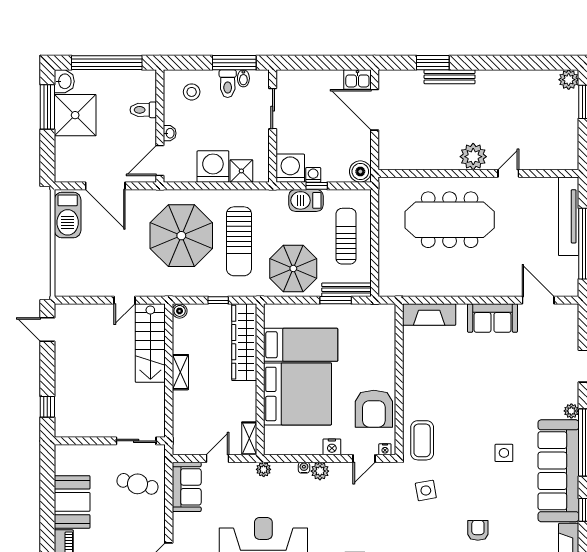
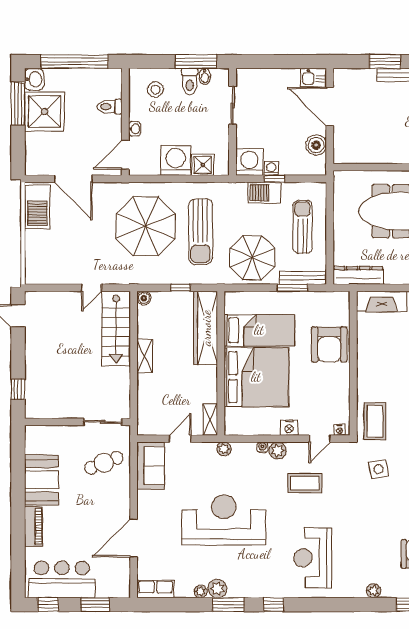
boiler: (360, 171) -> (316, 145), moved
dresser: (405, 287) -> (358, 275), added
armchair: (374, 409) -> (329, 344), moved
cafe table: (137, 484) -> (104, 463), turned -35
coffee table: (349, 505) -> (305, 483), added

